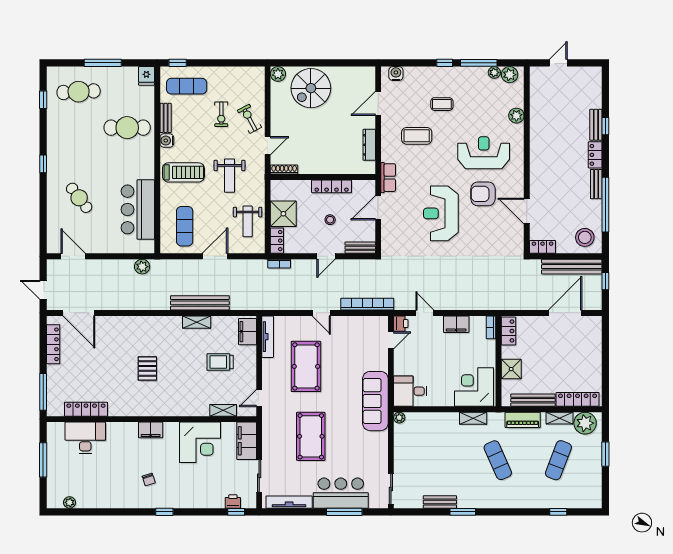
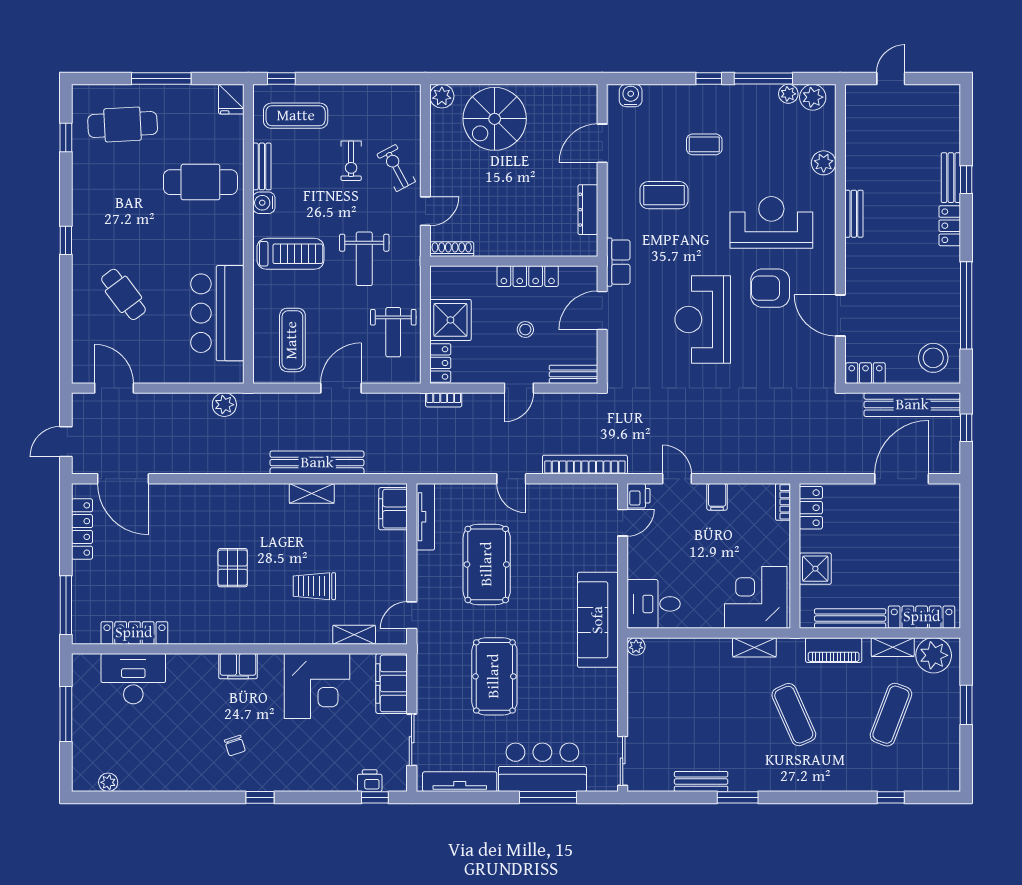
bench: (596, 184) -> (854, 214), moved
door: (43, 290) -> (66, 442), hinge flipped
filing cabinet: (456, 324) -> (717, 497), width x0.50
trolley: (220, 362) -> (314, 586), moved

